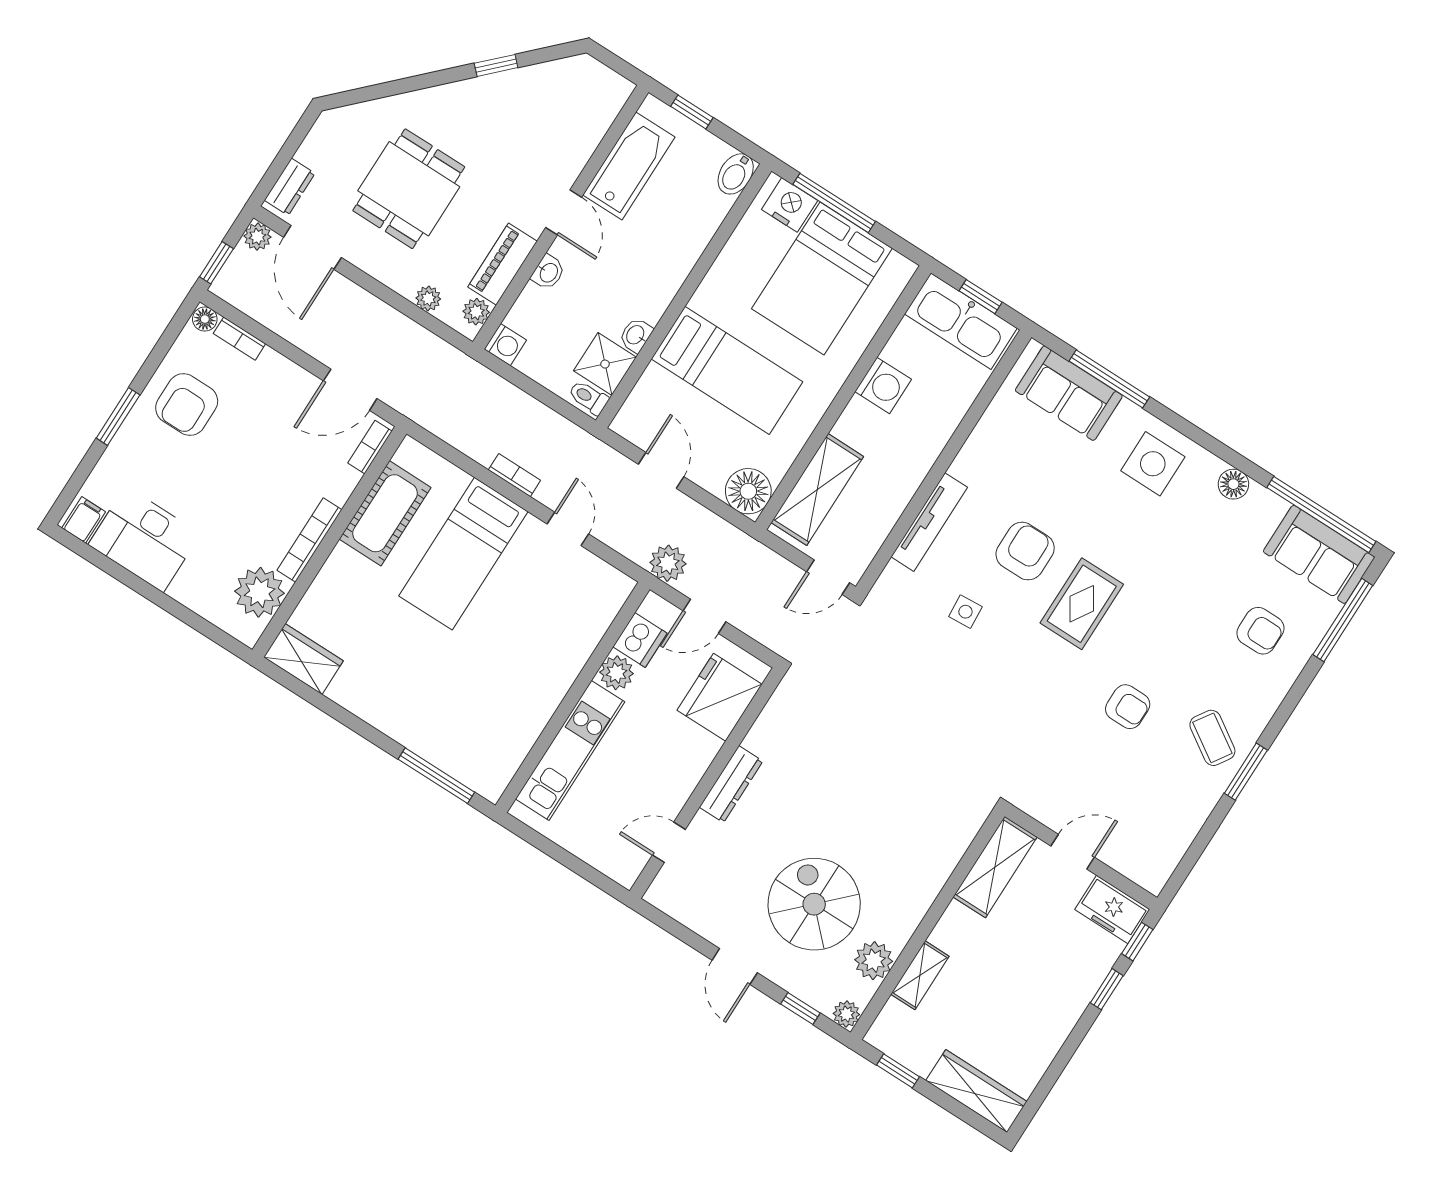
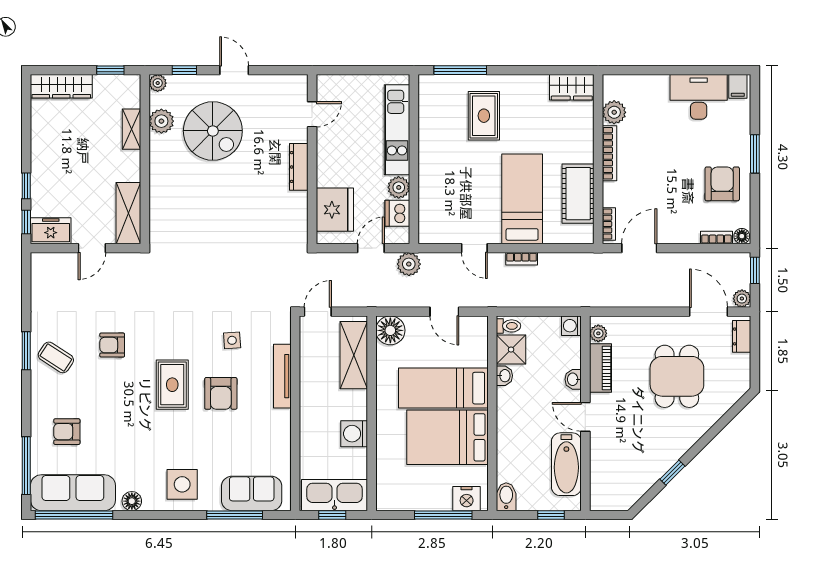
bed: (822, 278) -> (447, 437), moved, turned -90
plant: (428, 299) -> (629, 324), removed
sofa: (1319, 554) -> (73, 493), width x1.36
plant: (259, 592) -> (614, 112), width x0.73, depth x0.73
rug: (444, 696) -> (484, 116), added

